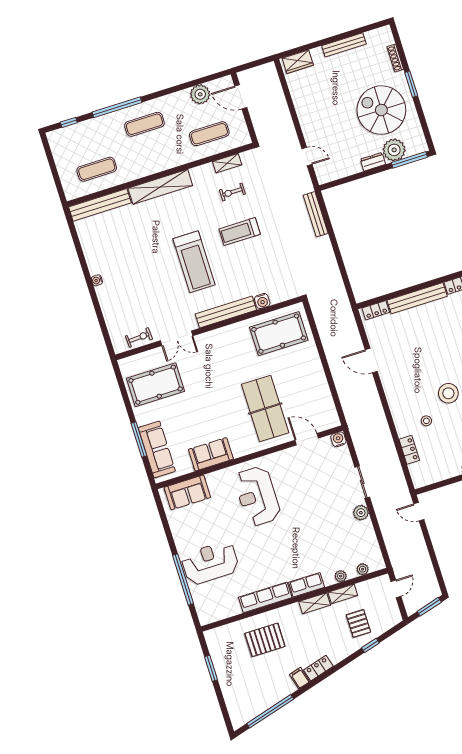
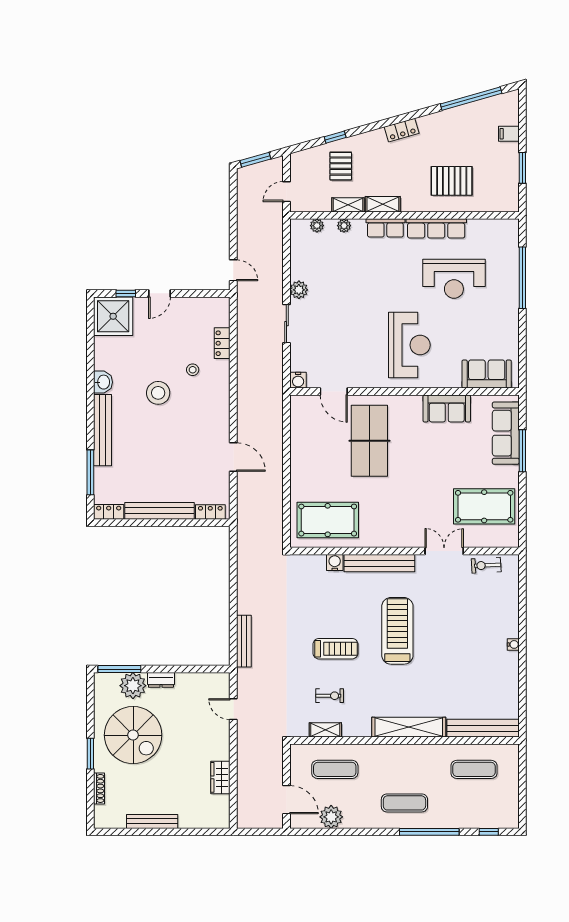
wardrobe: (298, 62) -> (220, 777), moved, turned -90
reception desk: (210, 563) -> (454, 279), moved
filing cabinet: (300, 678) -> (509, 134), moved, turned 106

